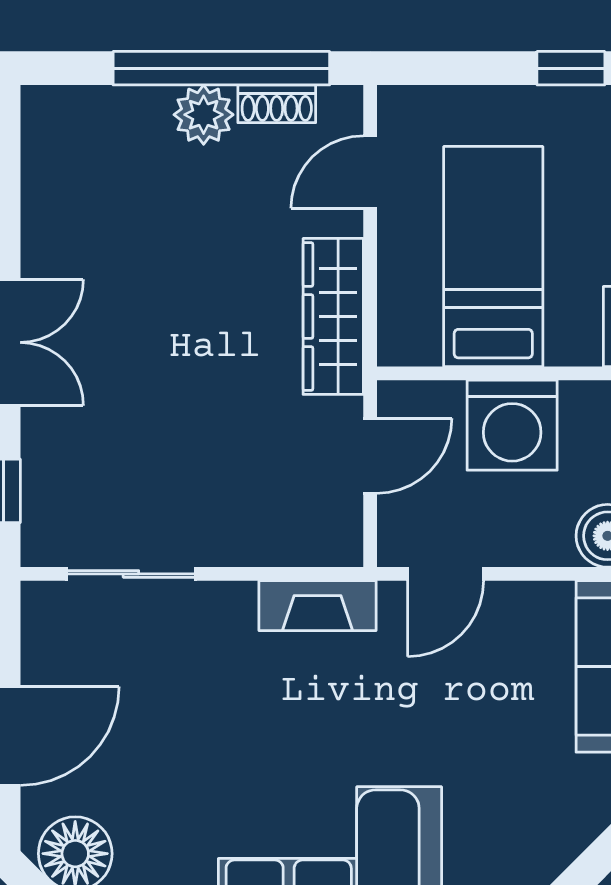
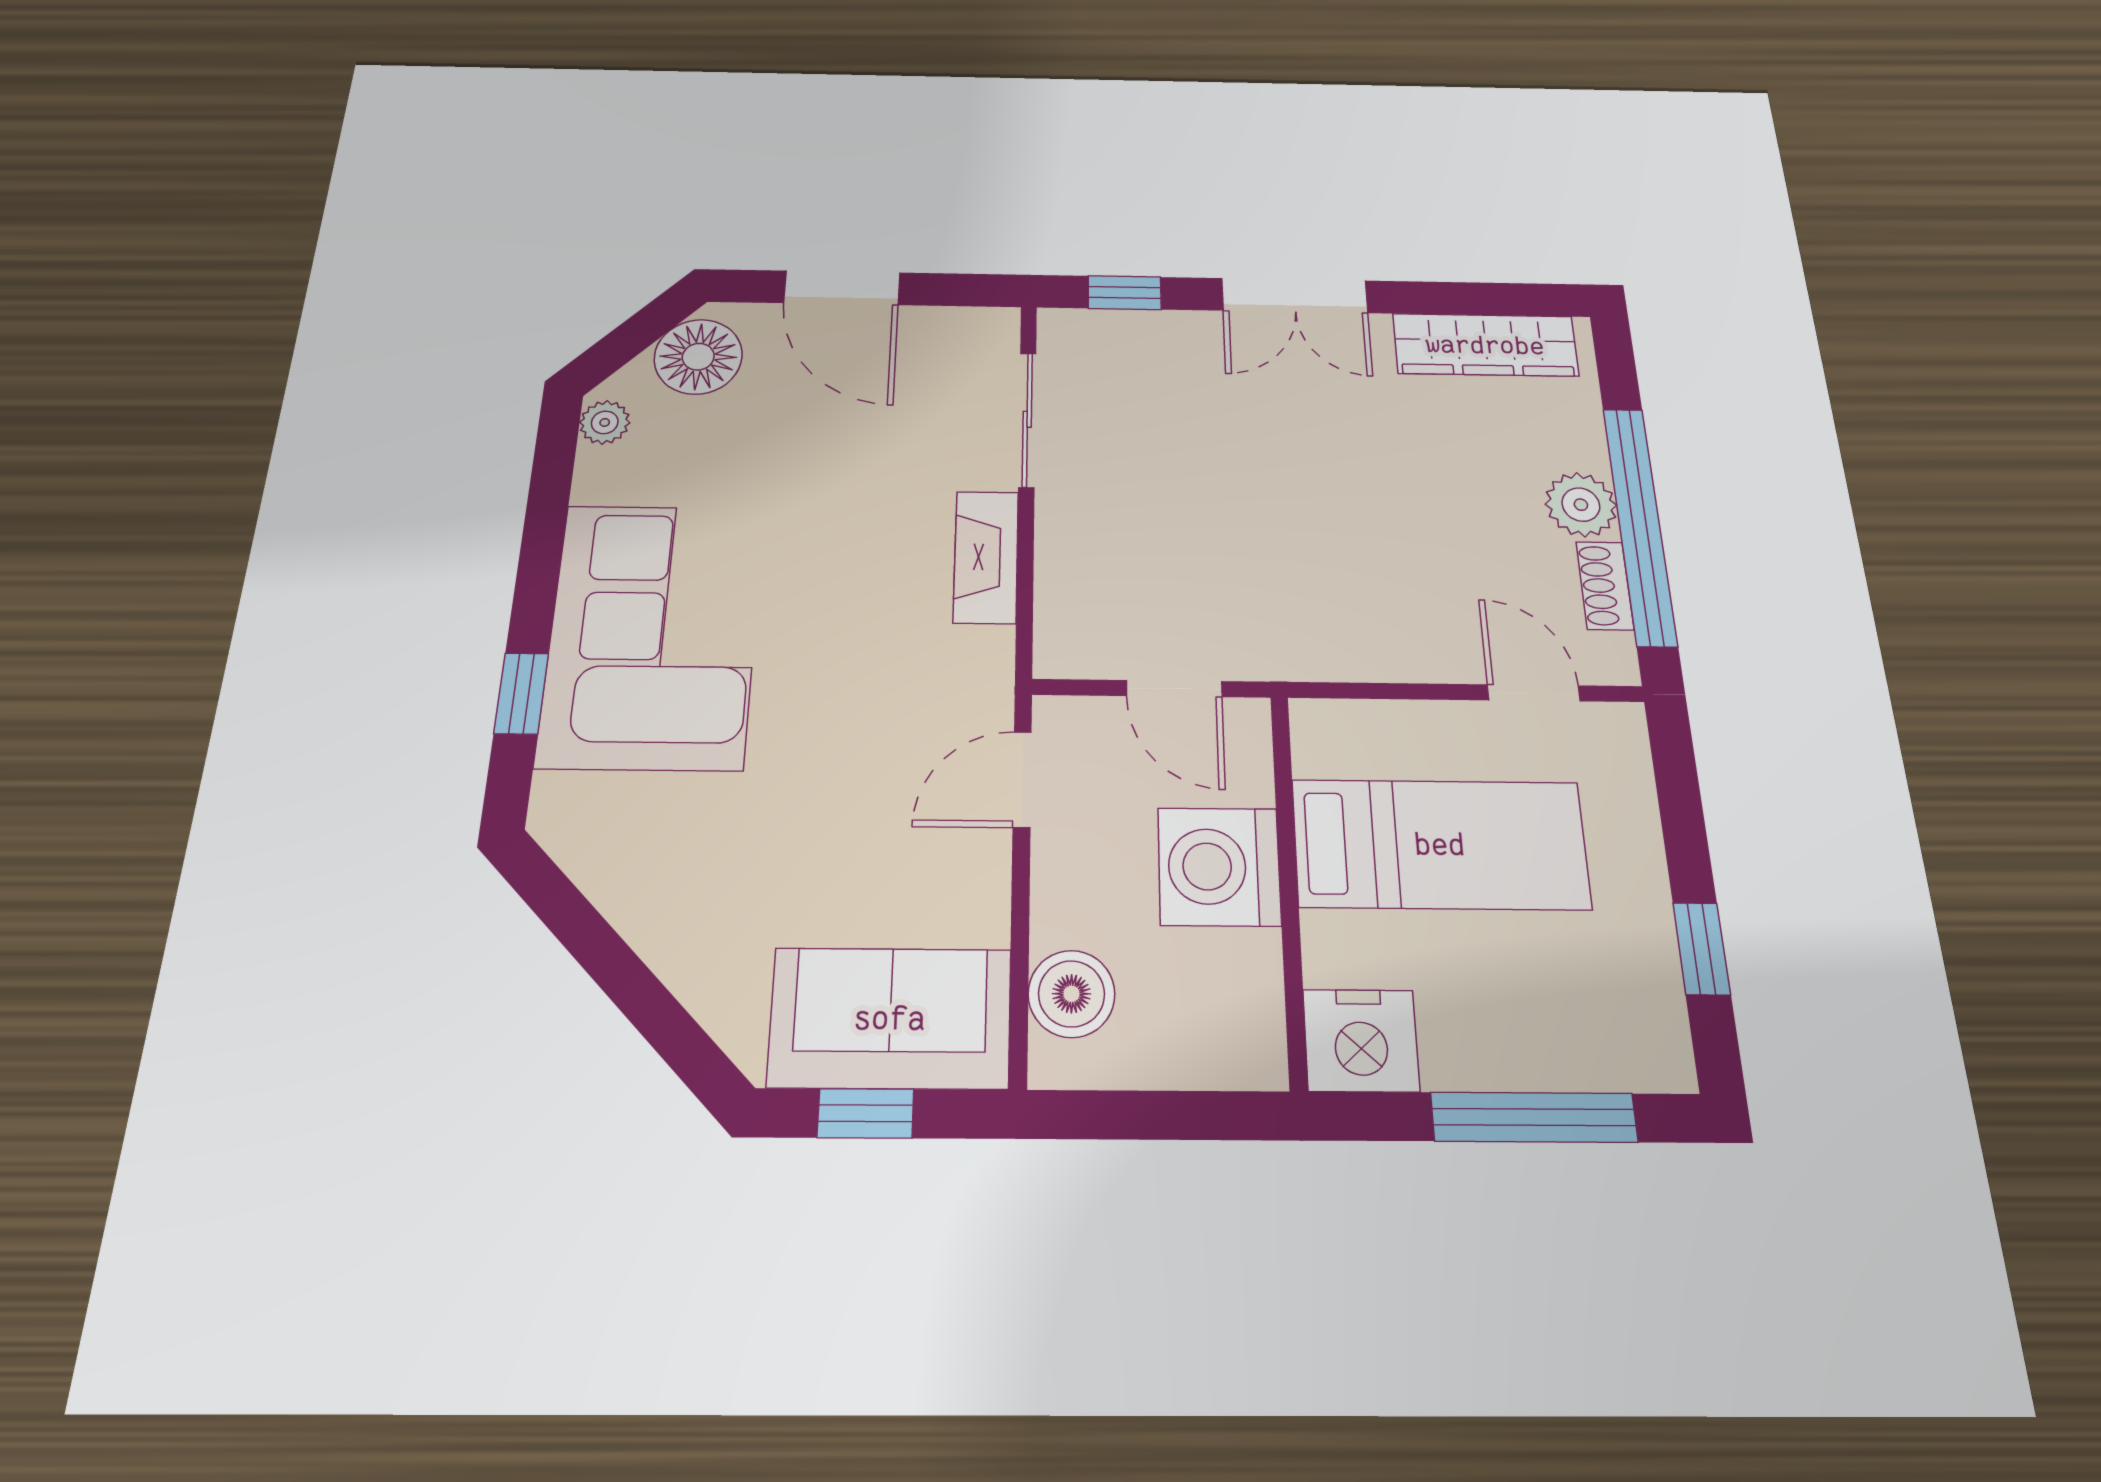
wardrobe: (333, 316) -> (1485, 345), moved, turned 180
door: (446, 574) -> (1022, 779), hinge flipped
fireplace: (317, 606) -> (986, 557), moved

